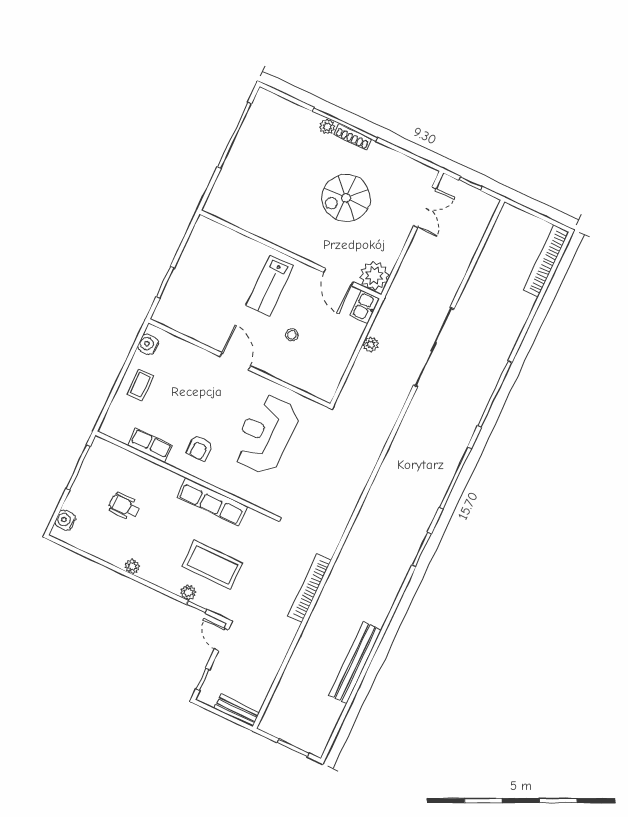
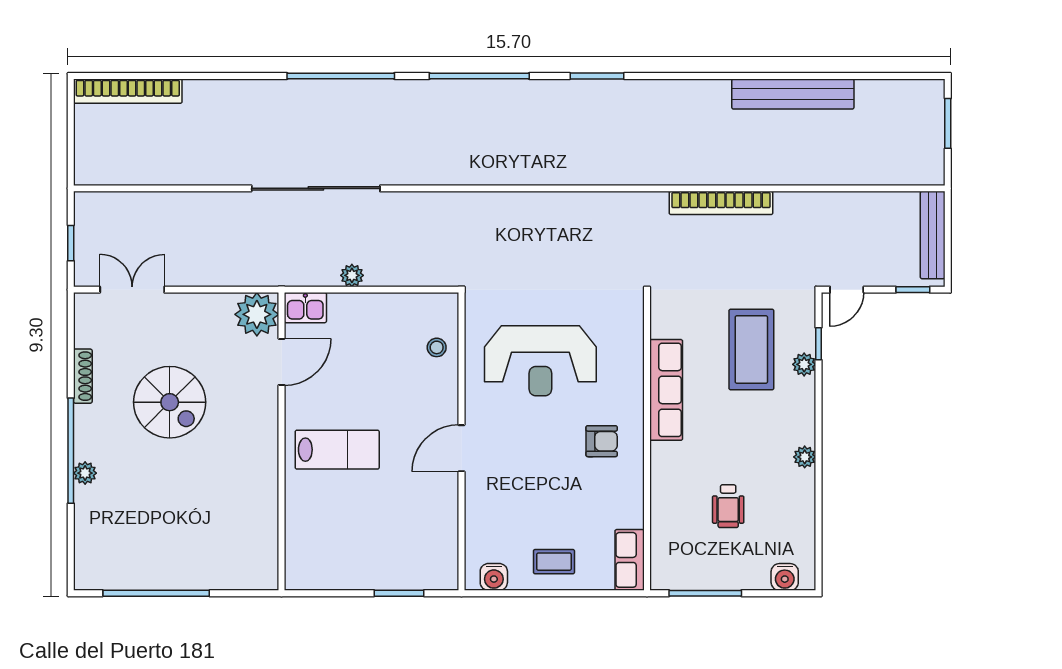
shoe rack: (353, 137) -> (83, 376), moved
stool: (292, 335) -> (437, 347), moved
row of seats: (150, 445) -> (630, 560), moved
bench: (237, 710) -> (933, 235), width x1.36

